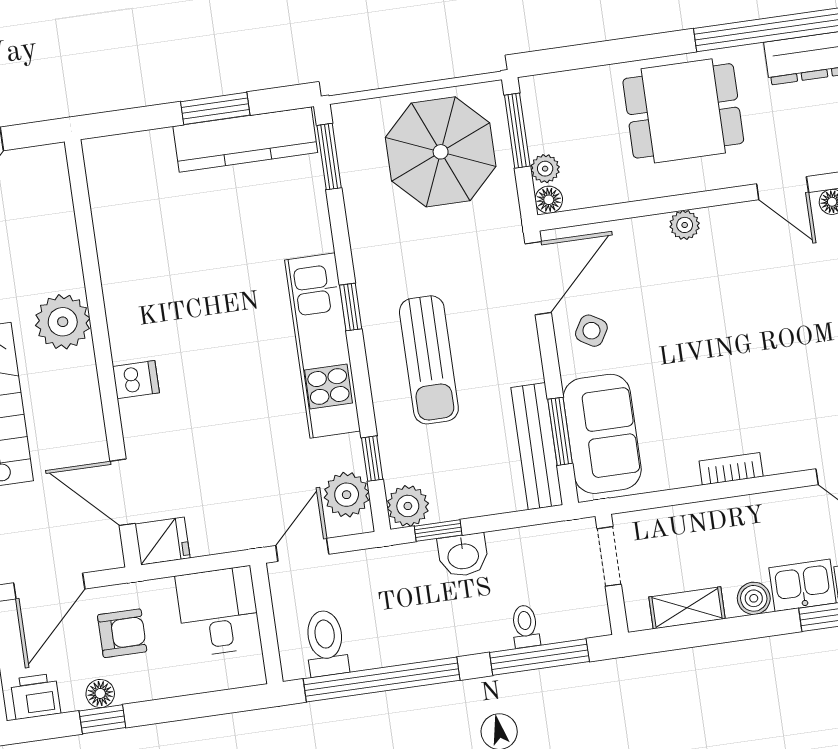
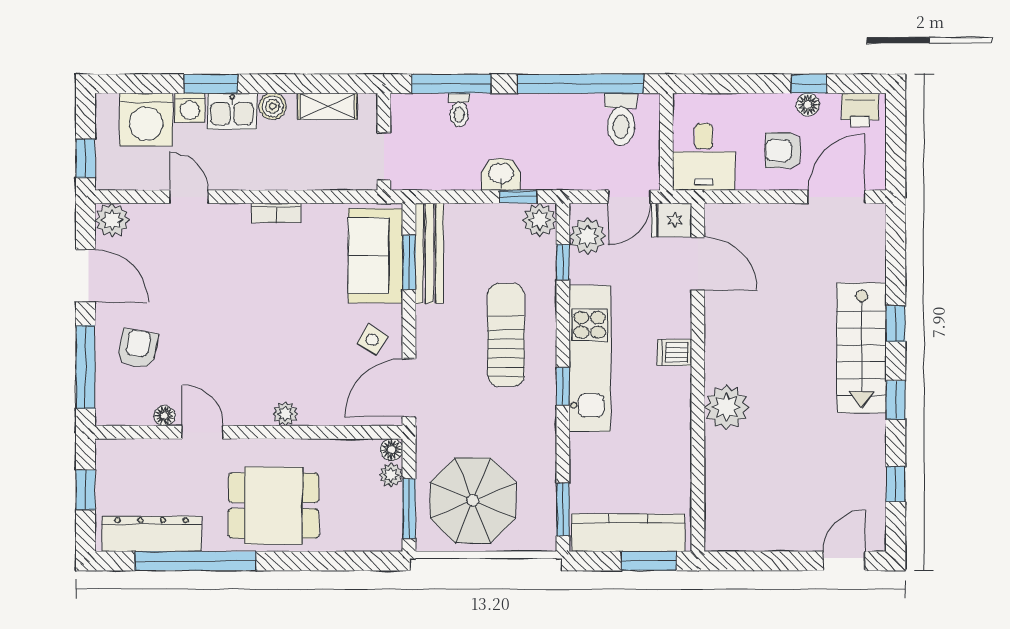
plant: (63, 322) -> (726, 407), moved
wall: (103, 353) -> (698, 377), moved
dishwasher: (136, 380) -> (674, 352), moved
door: (123, 492) -> (698, 264), moved
fridge: (163, 541) -> (671, 220), moved

